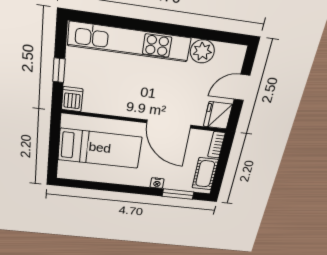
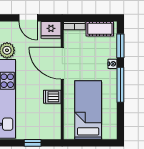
dishwasher: (72, 99) -> (52, 97), moved
door: (169, 124) -> (62, 63), swing flipped
window: (128, 189) -> (120, 85), added

